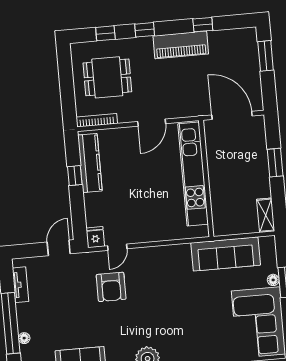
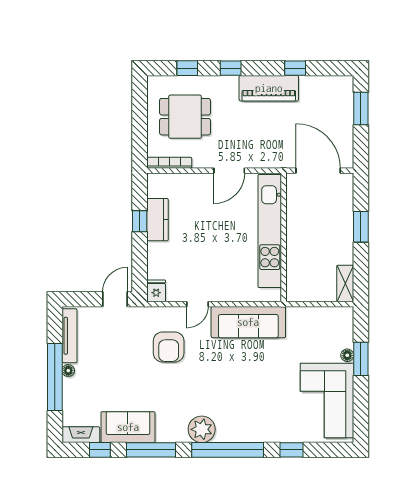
kitchen counter: (90, 163) -> (158, 220), width x0.67
door: (117, 247) -> (197, 304), moved
sofa: (226, 254) -> (248, 322), moved
tv unit: (21, 285) -> (69, 336), width x1.41
floor lamp: (24, 338) -> (68, 371), moved

